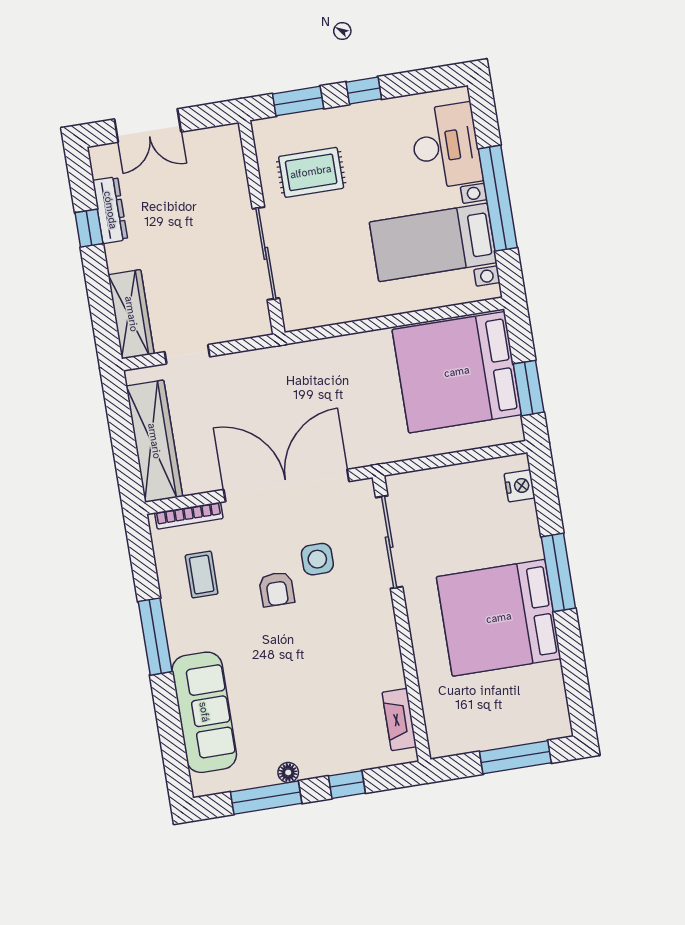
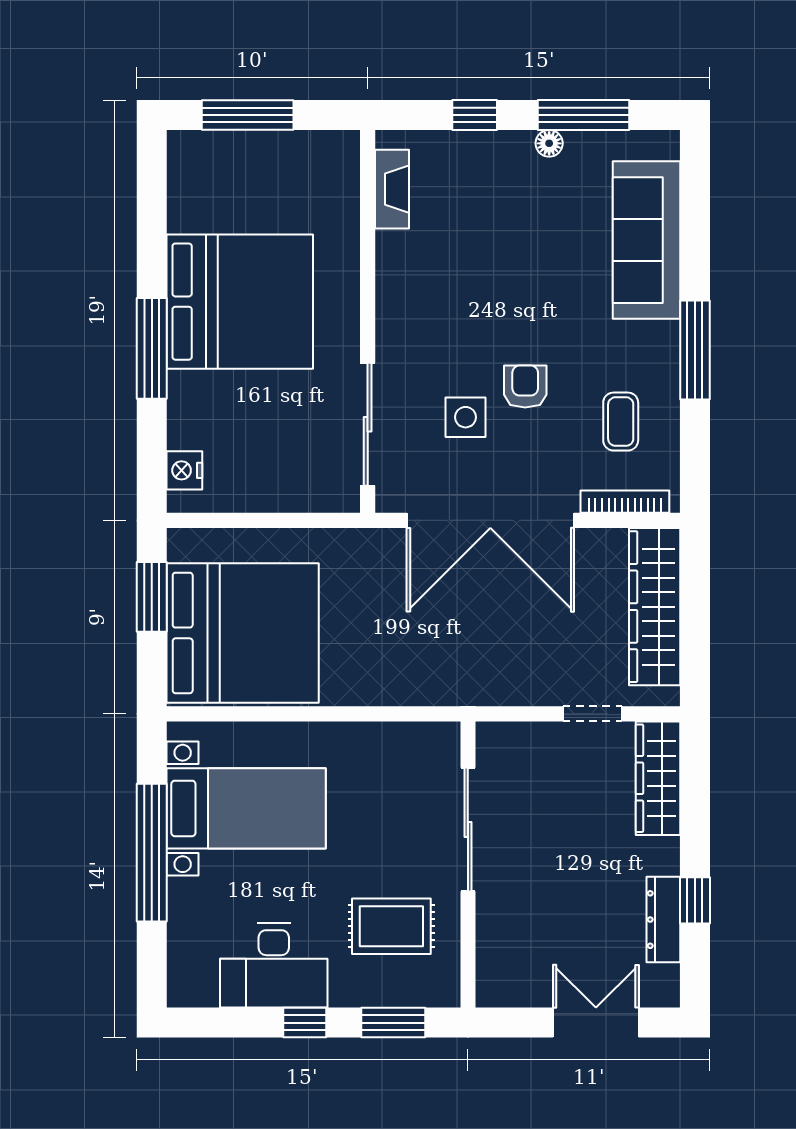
desk: (446, 146) -> (274, 965), moved, turned -90

